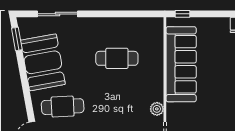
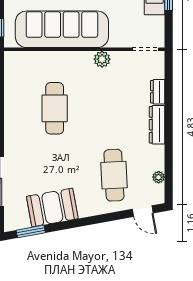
booth: (43, 62) -> (52, 207), width x0.73, depth x0.70
plant: (157, 109) -> (102, 59), moved

